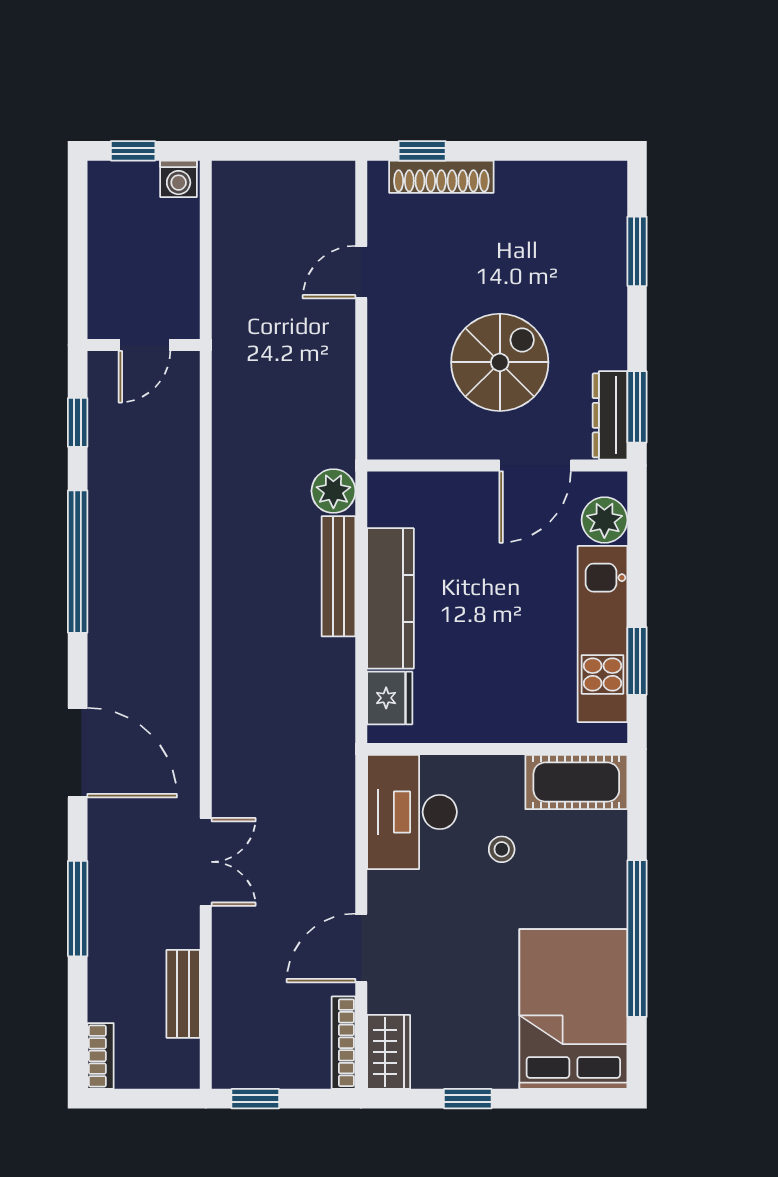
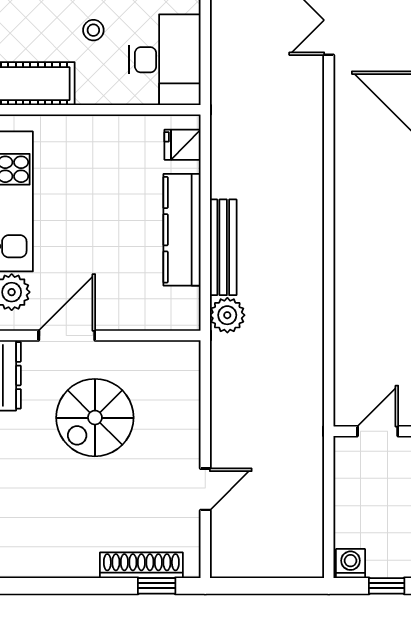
fridge: (390, 698) -> (183, 145), width x0.72

